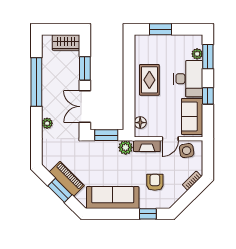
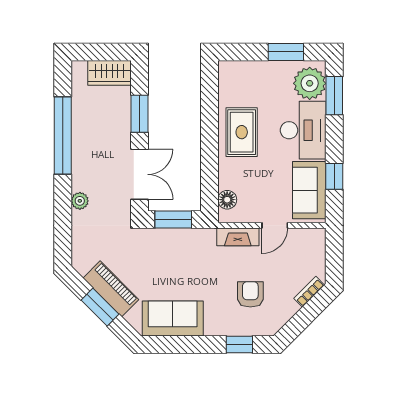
window: (160, 29) -> (286, 52), moved
plant: (197, 54) -> (310, 83), width x1.88, depth x1.88
window: (208, 96) -> (334, 176), moved
double door: (85, 107) -> (139, 174), swing flipped
plant: (126, 147) -> (204, 239), removed
side table: (187, 151) -> (301, 244), removed
sofa: (113, 198) -> (173, 319), width x0.73

